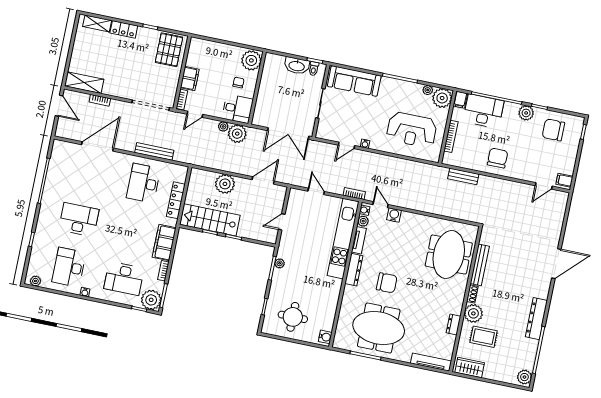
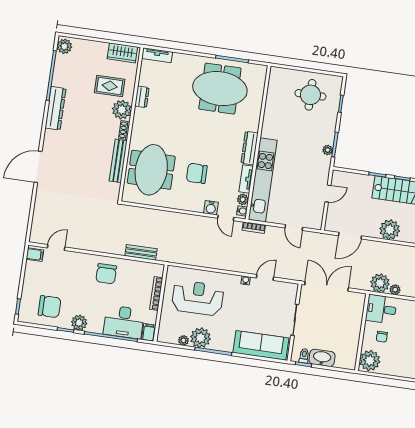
plant: (442, 98) -> (200, 338), moved
chair: (387, 283) -> (197, 173), moved
water cooler: (325, 337) -> (275, 76), removed
tv unit: (431, 362) -> (157, 55), width x0.71

